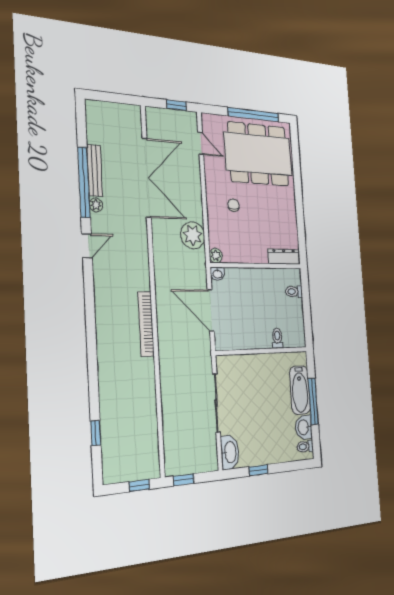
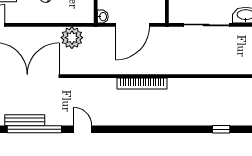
plant: (96, 205) -> (51, 120), removed
plant: (216, 256) -> (88, 17), removed

